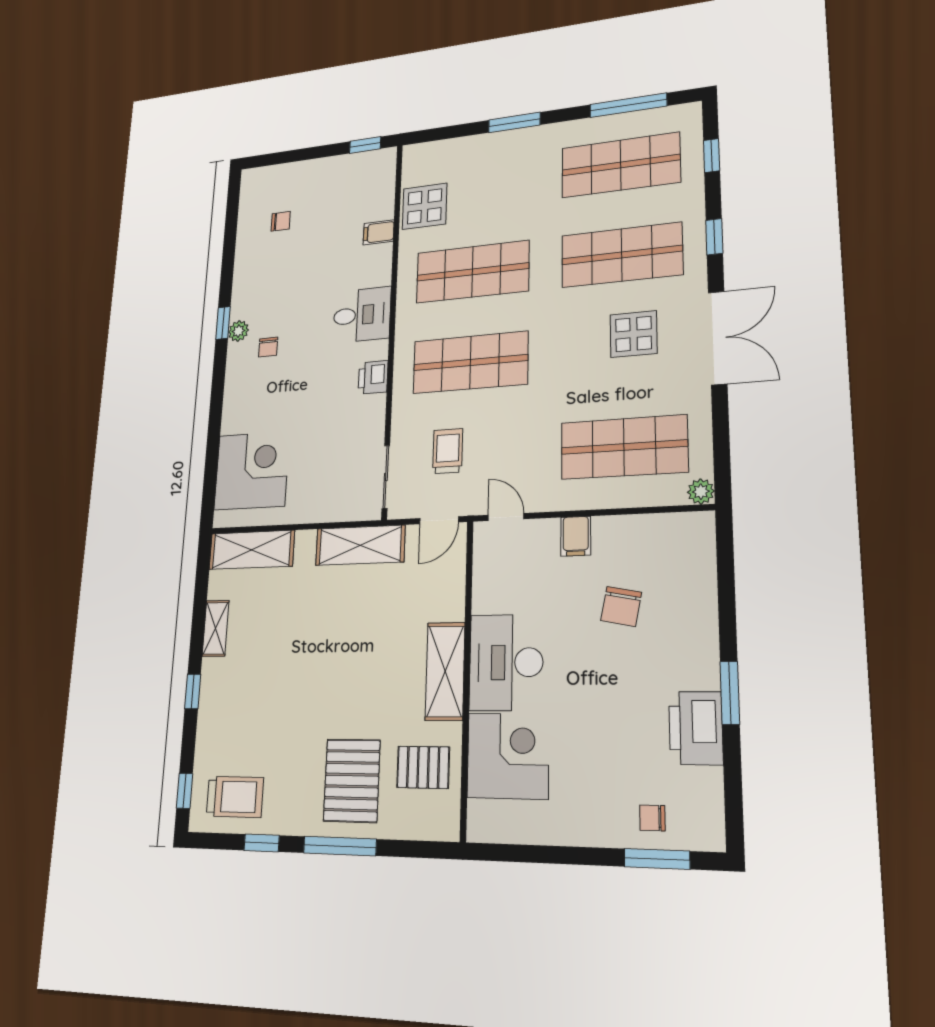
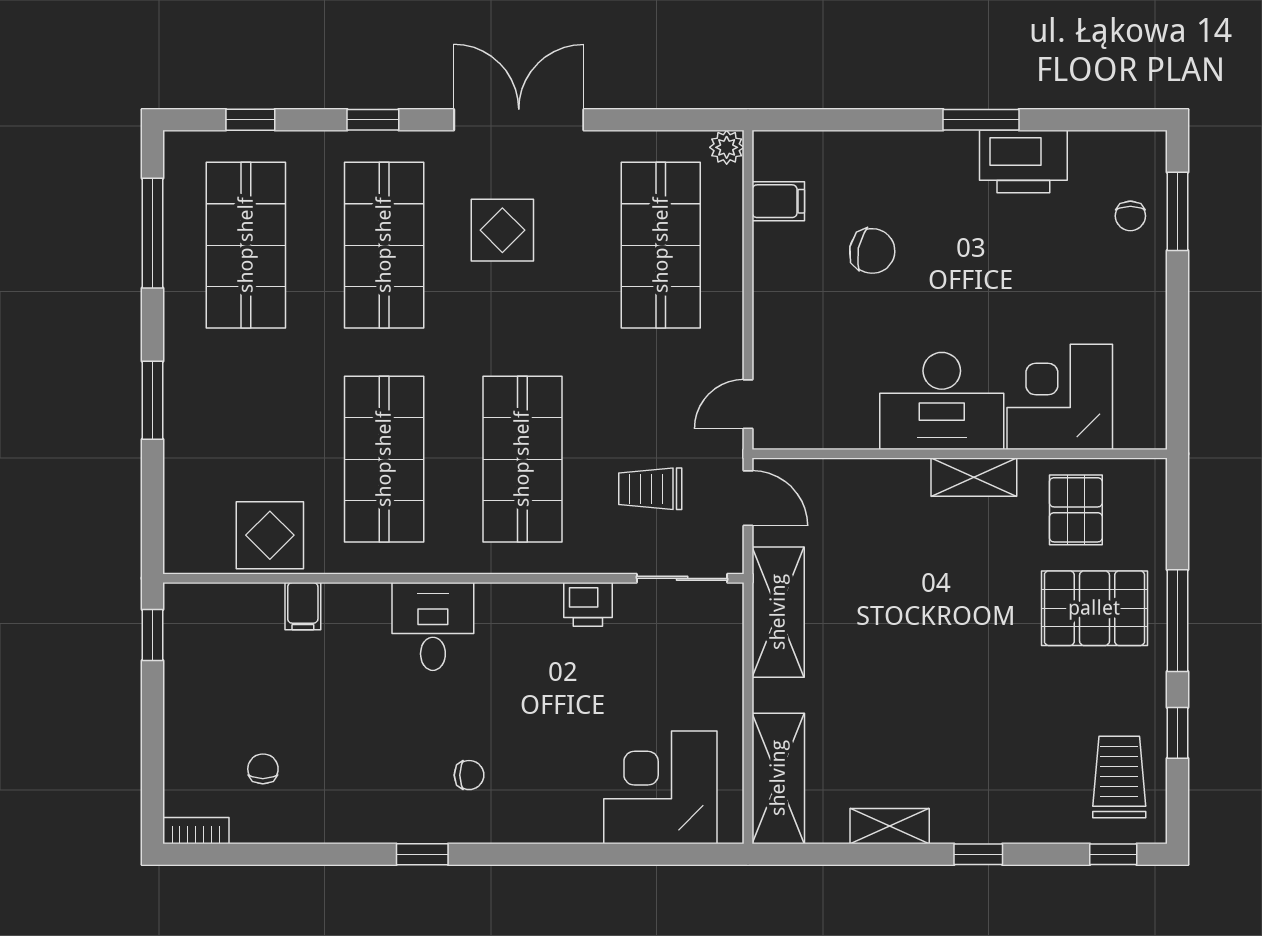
bookcase: (247, 187) -> (196, 831), added
plant: (238, 331) -> (438, 827), removed
printer: (373, 377) -> (588, 604), moved
filing cabinet: (576, 536) -> (778, 201), moved
shelving: (445, 671) -> (974, 477), width x0.67, depth x0.75

